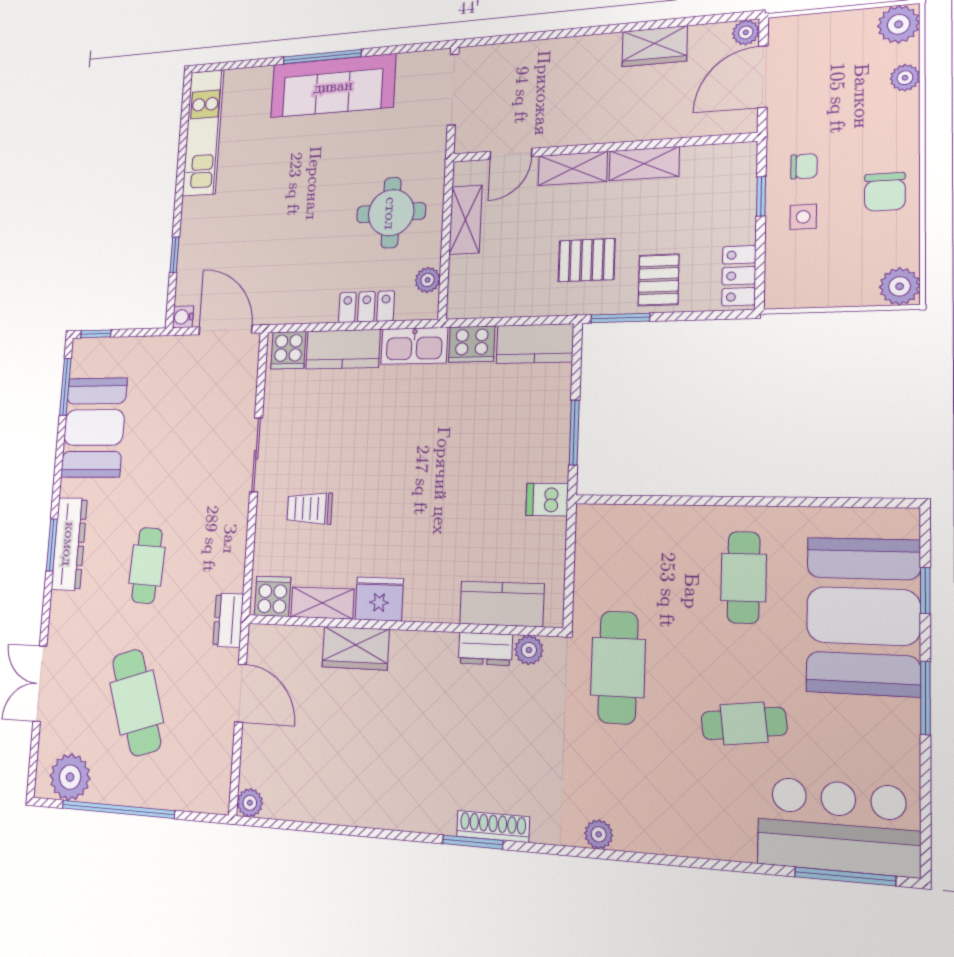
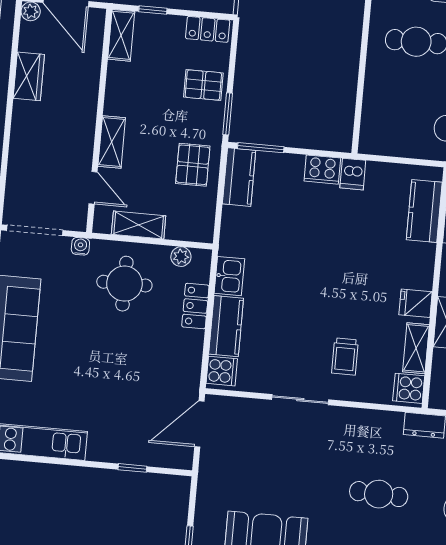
shelving: (644, 164) -> (121, 35), moved
pallet: (587, 260) -> (193, 165), moved
water cooler: (183, 317) -> (80, 246), moved, turned 180
cooker: (472, 344) -> (322, 170), moved, turned 90
kitchen sink: (414, 346) -> (229, 276), width x0.73
window: (574, 433) -> (261, 148), moved
fridge: (379, 599) -> (416, 303), width x0.72

